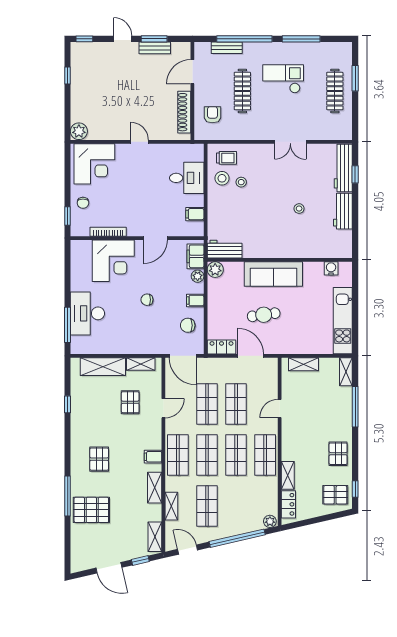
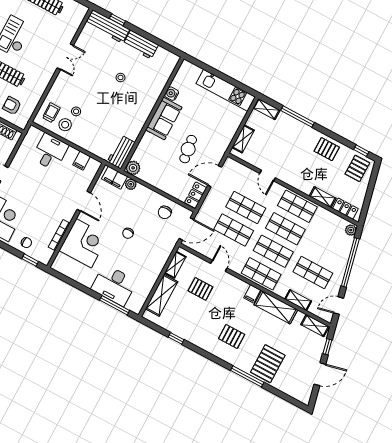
water cooler: (331, 268) -> (172, 94), moved
sofa: (273, 274) -> (164, 119), width x0.73
filing cabinet: (195, 301) -> (149, 196), removed
shelving: (155, 488) -> (276, 307), width x1.50, depth x1.33

